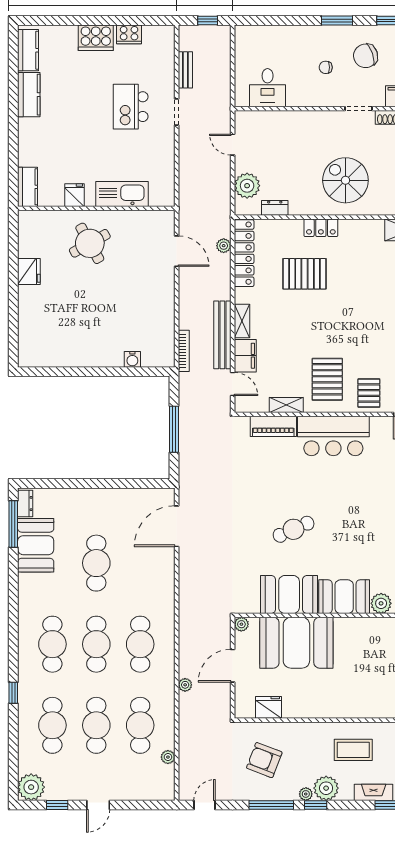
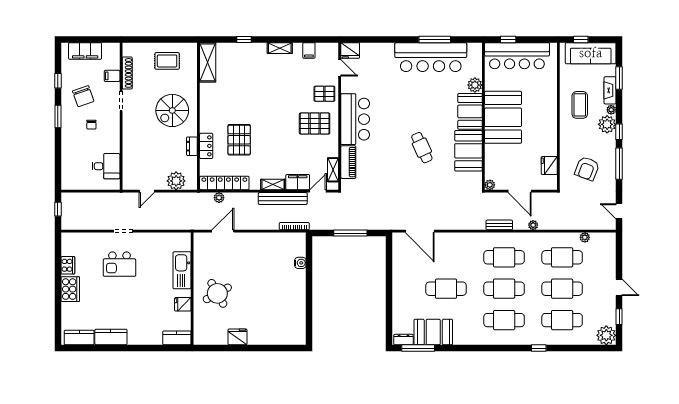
bench: (185, 70) -> (499, 225), moved
dresser: (275, 208) -> (192, 146), moved
locker: (321, 228) -> (206, 146), moved
shelving: (286, 405) -> (333, 170), moved
booth: (296, 643) -> (503, 117), moved
plant: (306, 794) -> (611, 110), moved

